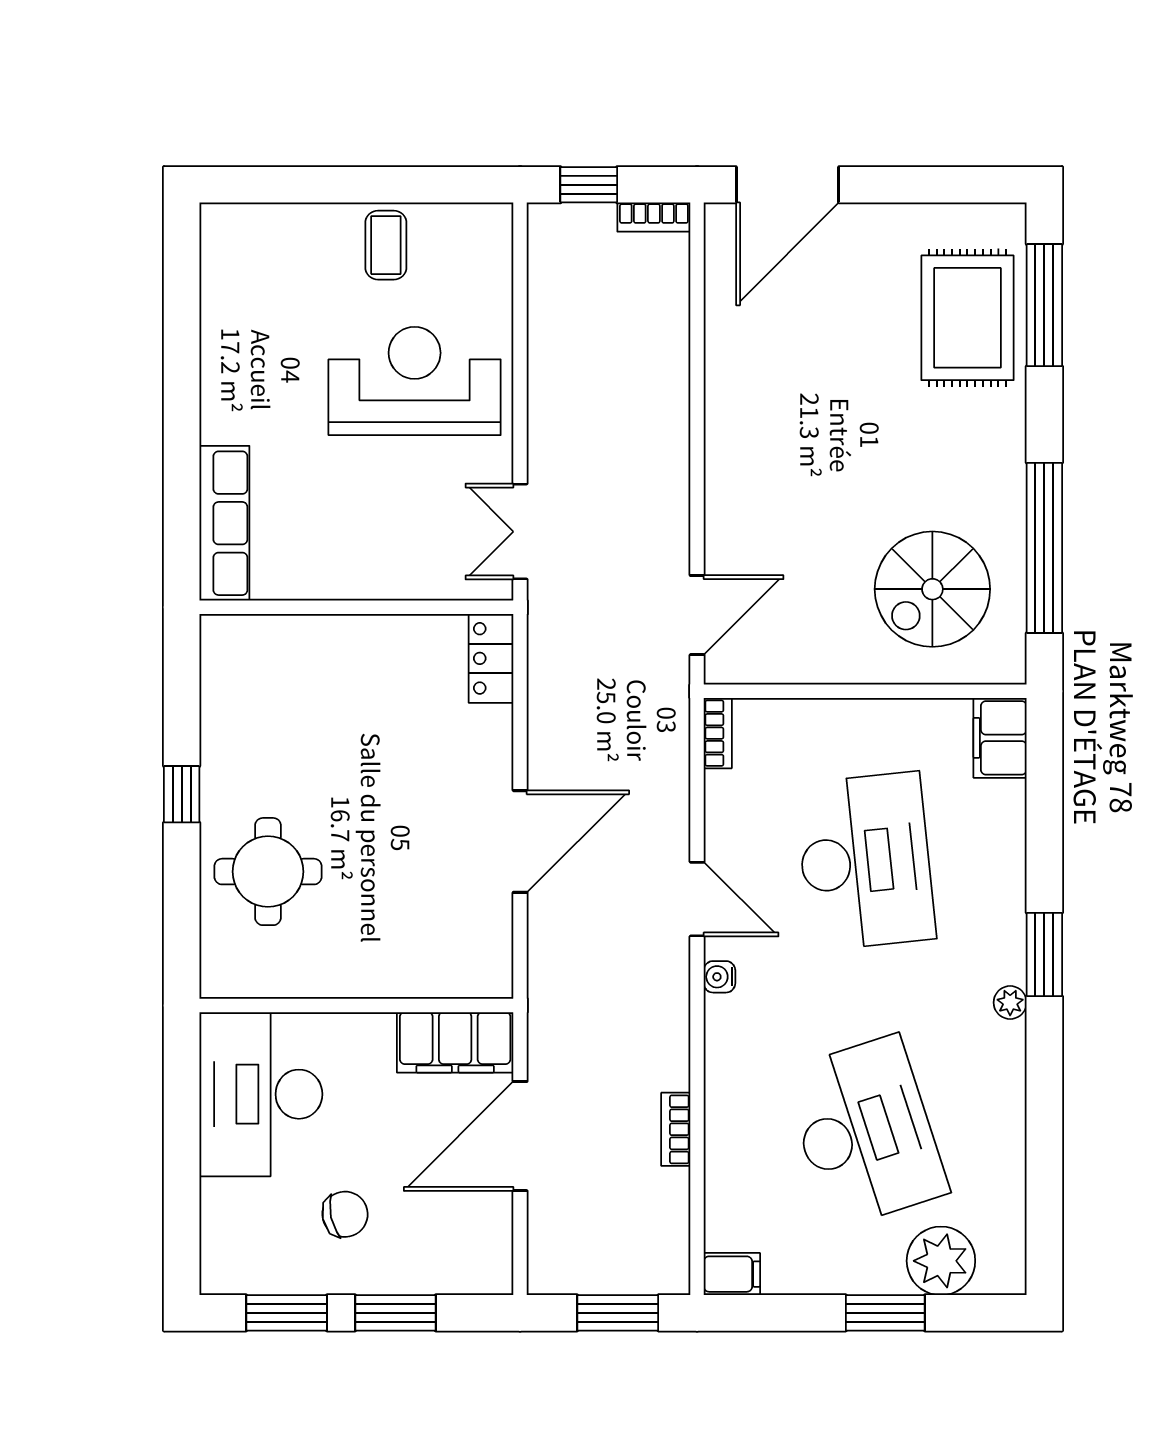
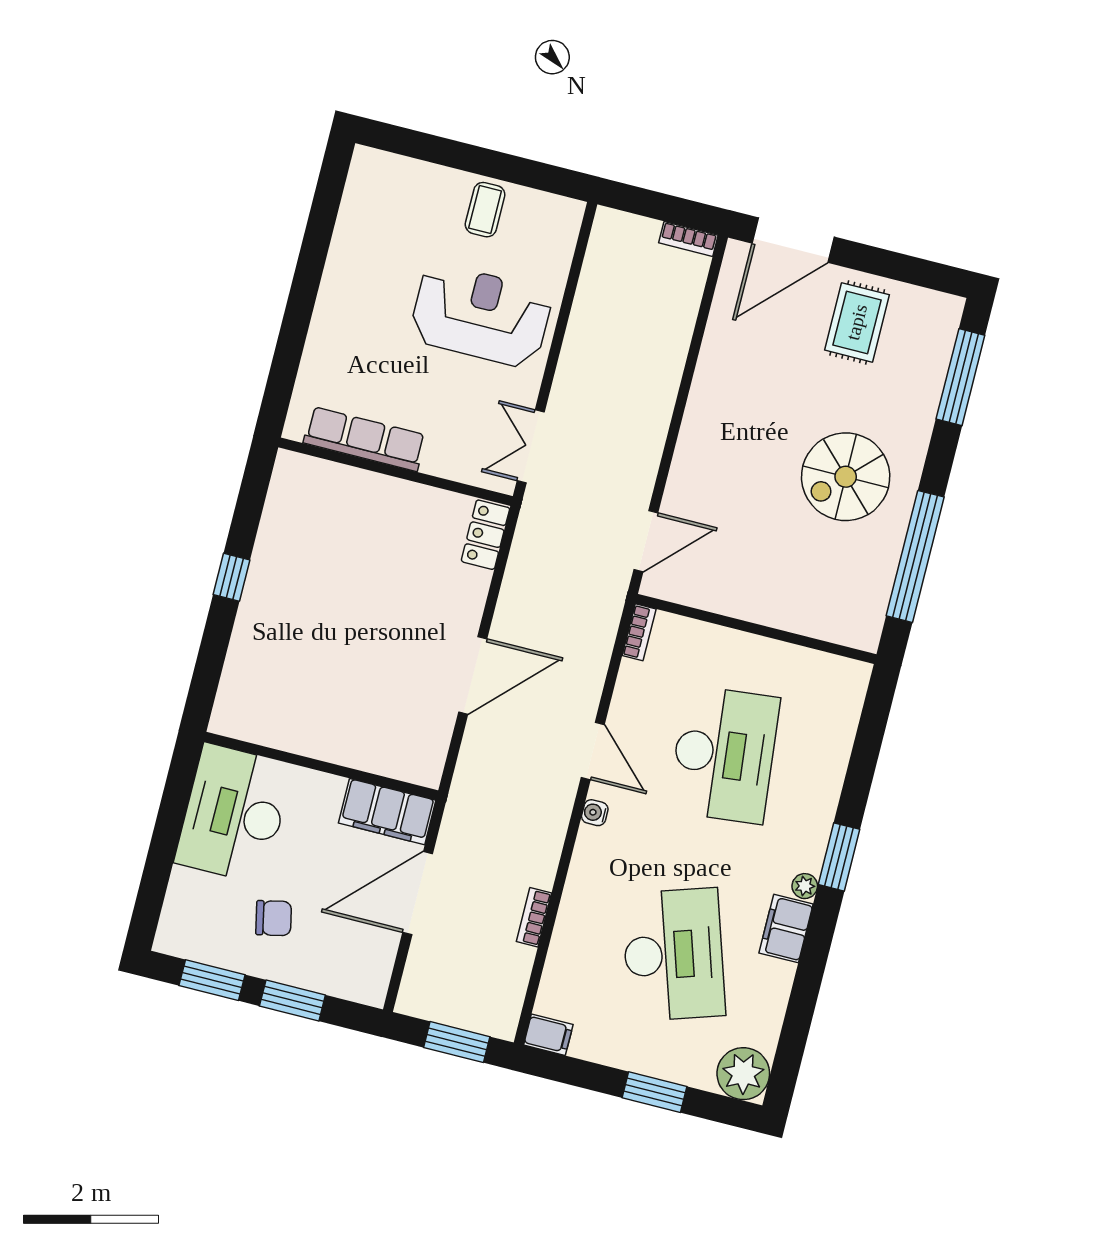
window: (589, 185) -> (646, 203), removed
rug: (967, 318) -> (857, 322), moved, width x0.73, depth x0.70
row of seats: (224, 523) -> (365, 439), moved, turned -90
spiral stairs: (932, 589) -> (846, 477), moved
filing cabinet: (1000, 738) -> (786, 928), moved
round table: (268, 872) -> (281, 650), removed
plant: (941, 1261) -> (743, 1074), moved

